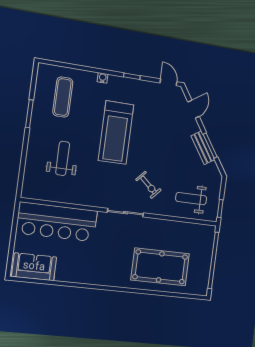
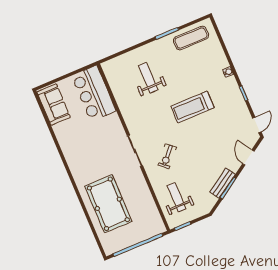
exercise mat: (63, 97) -> (191, 38), moved
door: (194, 109) -> (248, 157), swing flipped
treadmill: (116, 133) -> (193, 107), width x0.73, depth x0.73
weight bench: (63, 158) -> (148, 78), turned -90
bar counter: (57, 222) -> (94, 93), width x0.73

